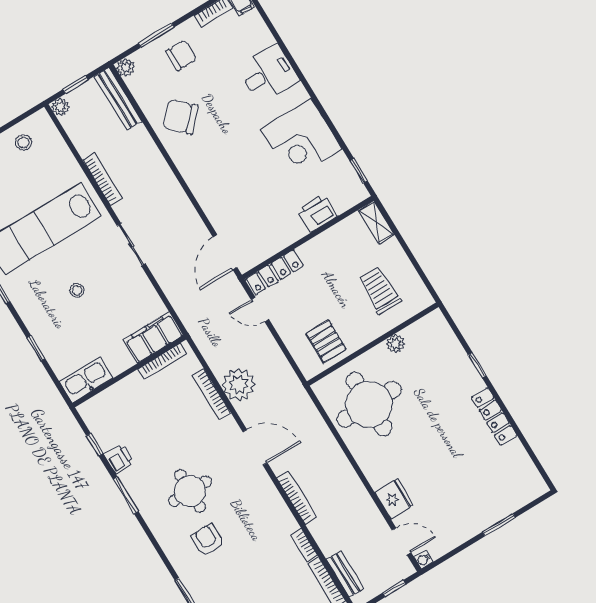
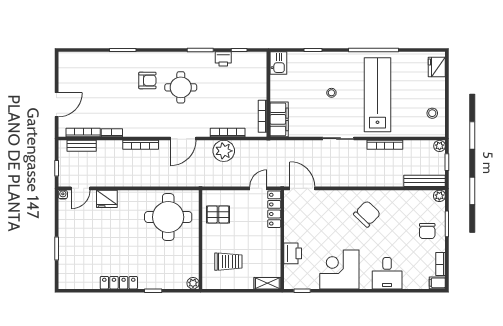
chair: (180, 117) -> (367, 214), moved
plant: (396, 344) -> (193, 283), moved
kitchen sink: (86, 380) -> (278, 63), width x0.73

